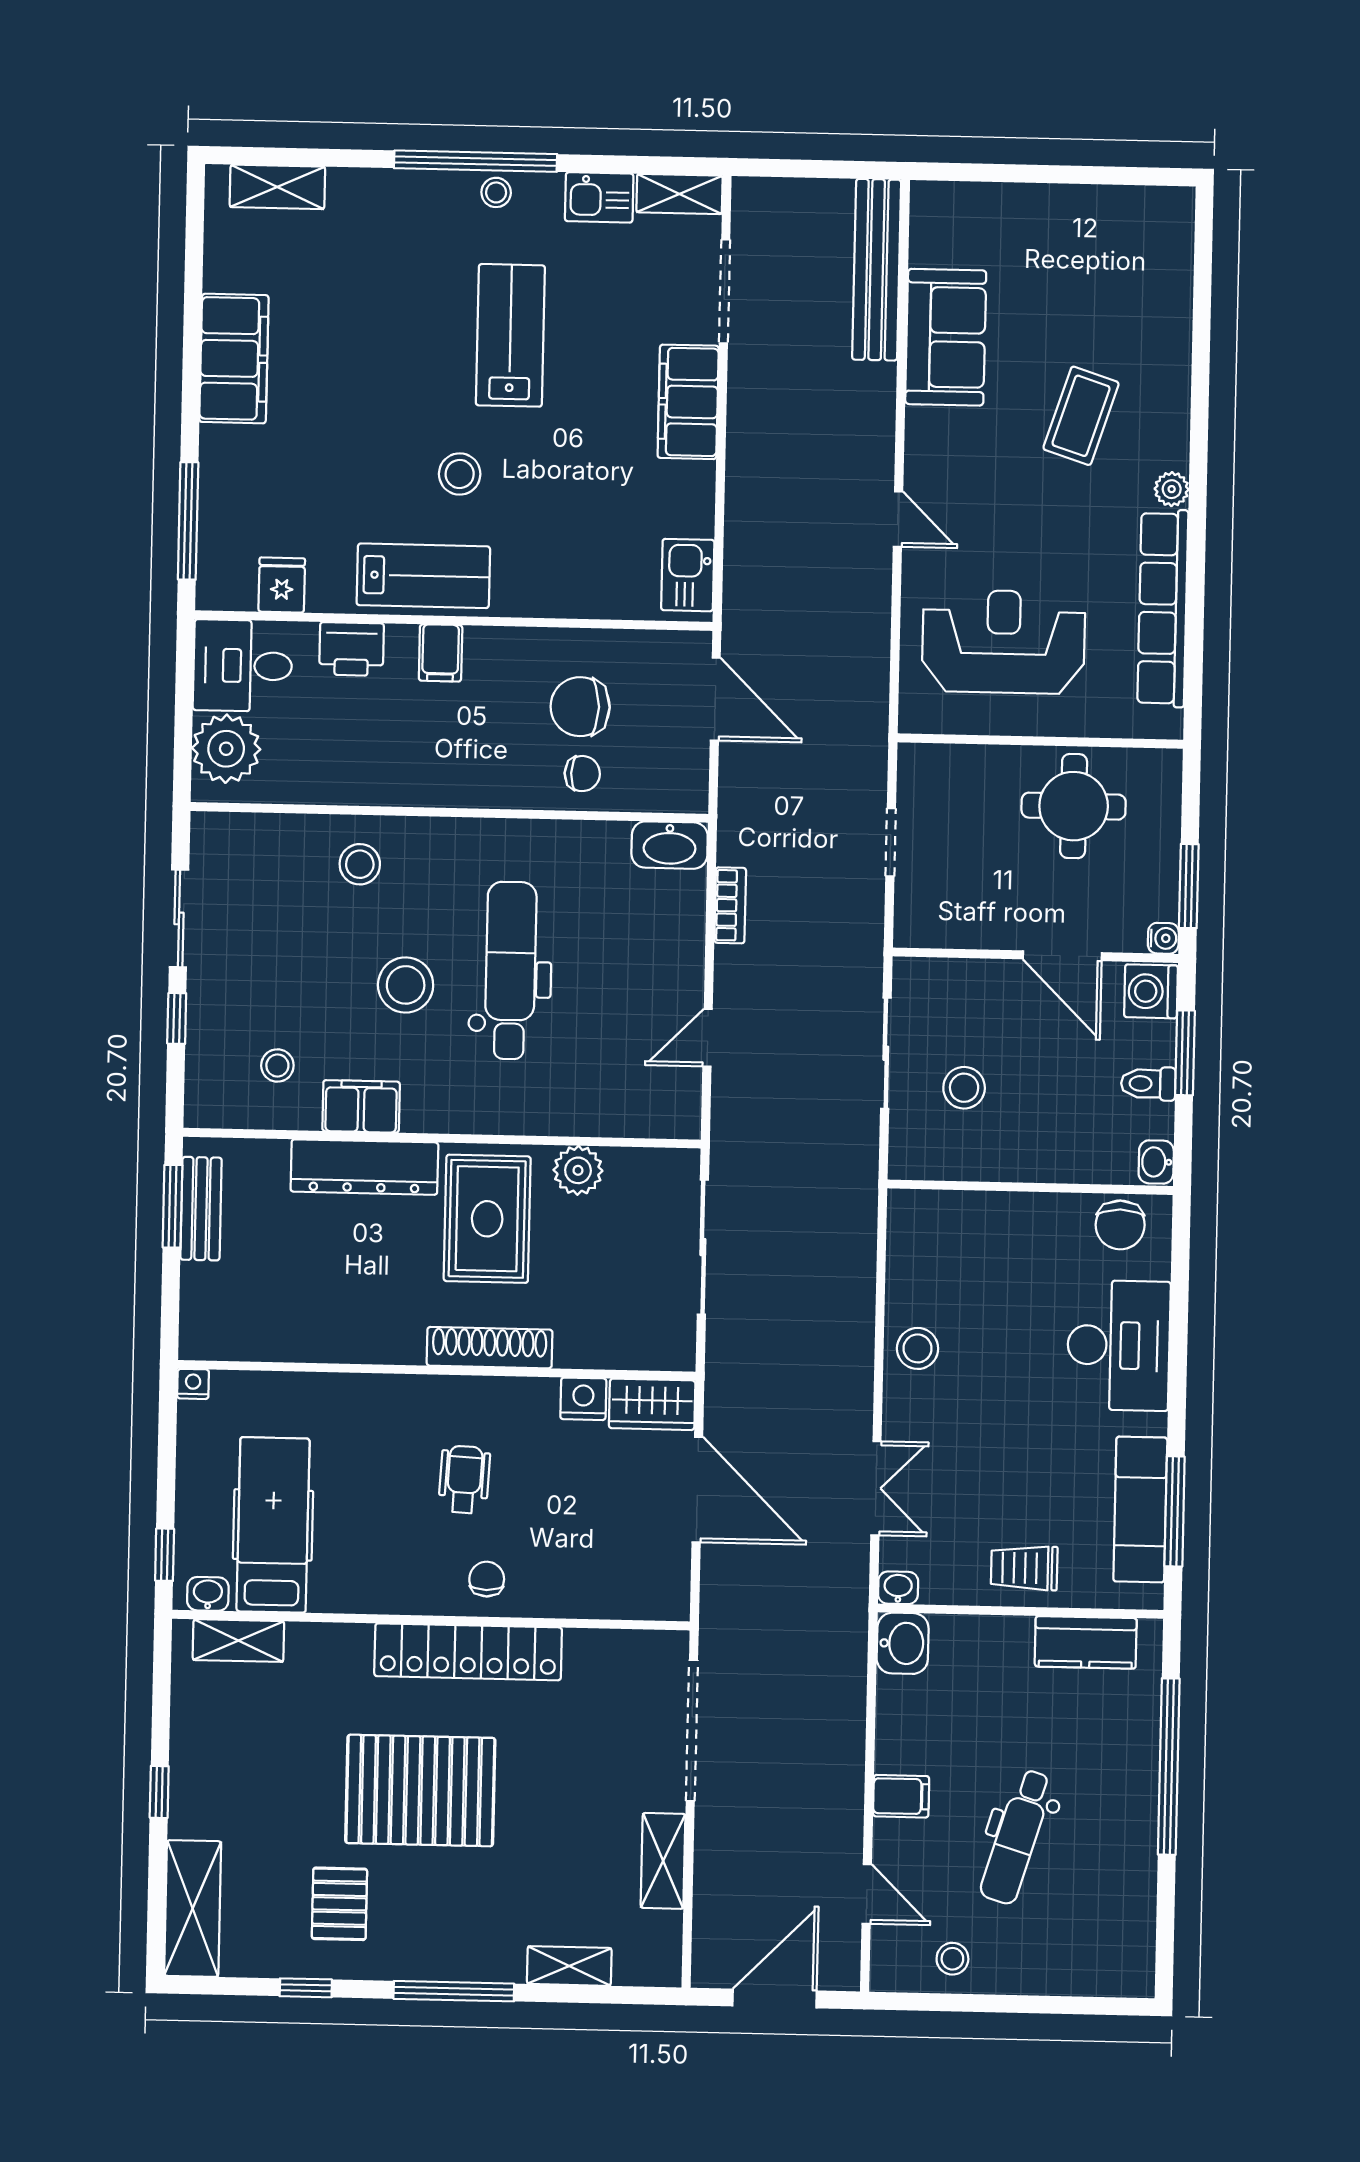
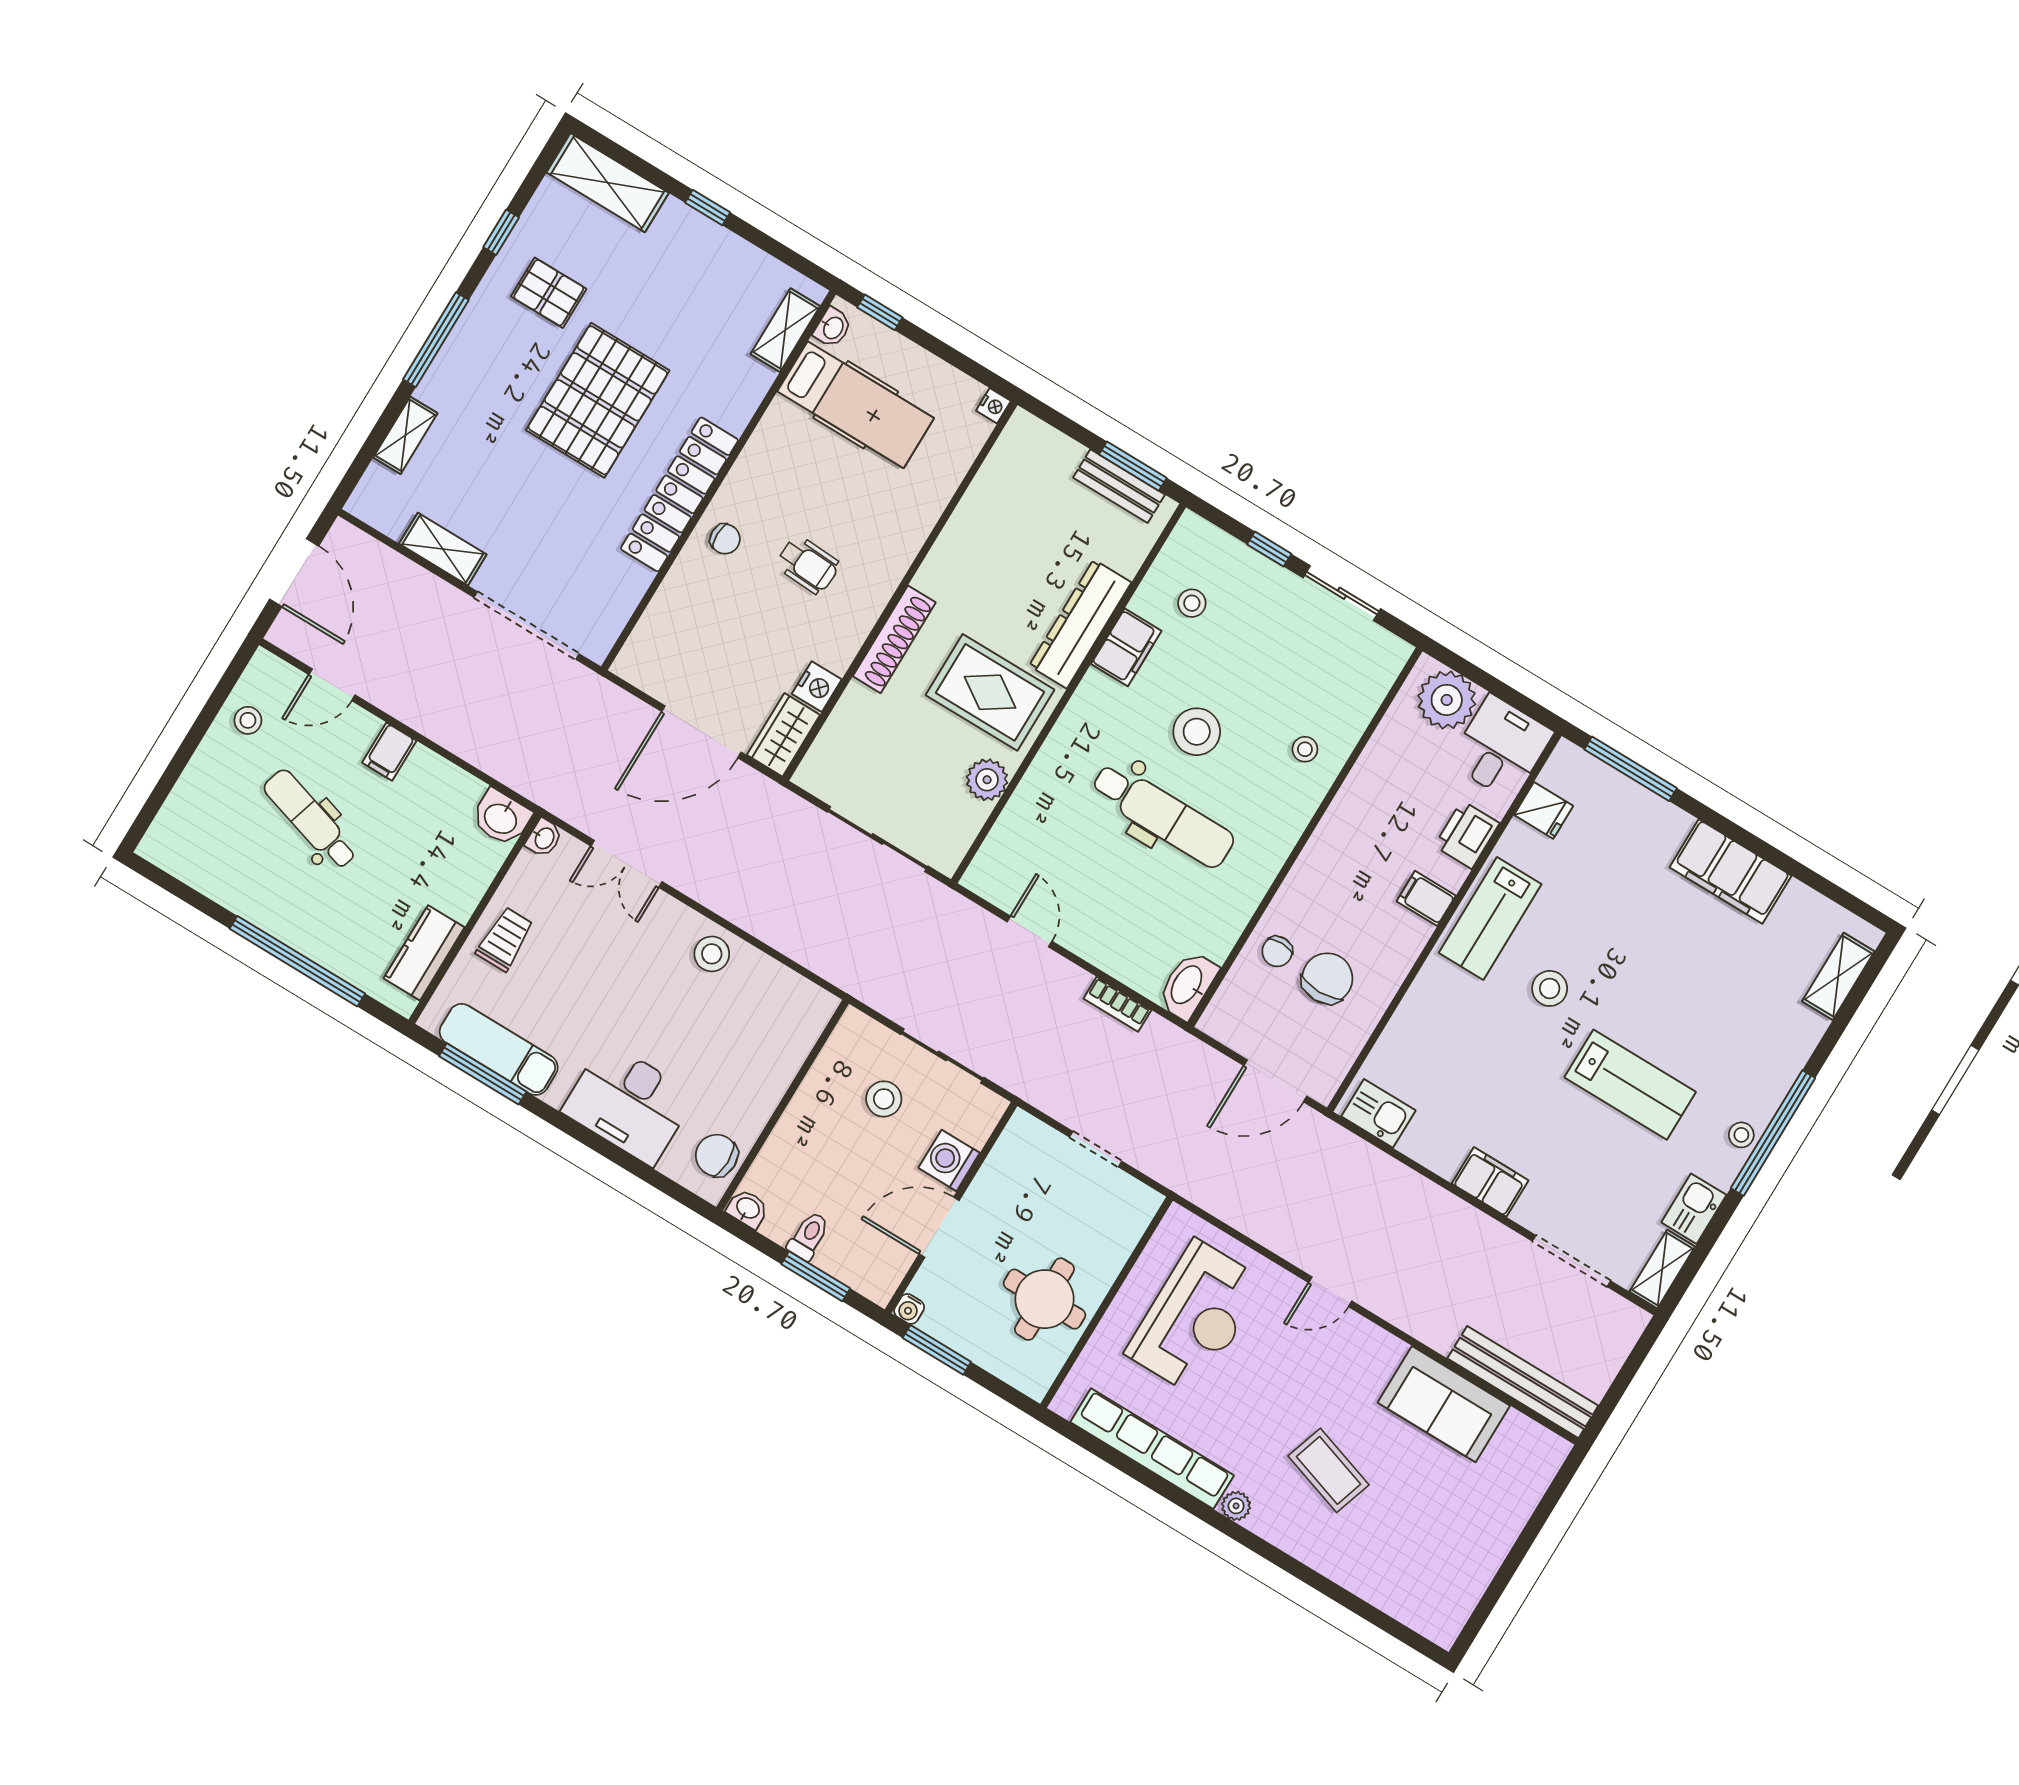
filing cabinet: (688, 402) -> (1490, 1182), width x0.67, depth x0.86
stool: (360, 864) -> (1305, 749), width x0.73, depth x0.73
washing machine: (1151, 991) -> (949, 1160), moved, turned -90

